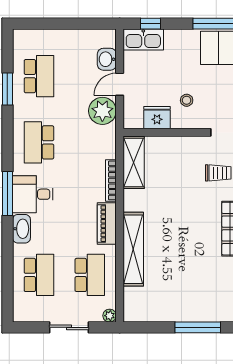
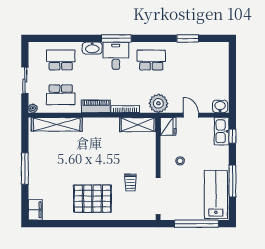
washbasin: (107, 59) -> (220, 106), moved
school desk: (39, 76) -> (197, 60), removed
plant: (102, 111) -> (158, 103), moved
fridge: (157, 118) -> (168, 126), moved
shelving: (133, 249) -> (57, 124), moved
school desk: (39, 275) -> (61, 60), turned 180

